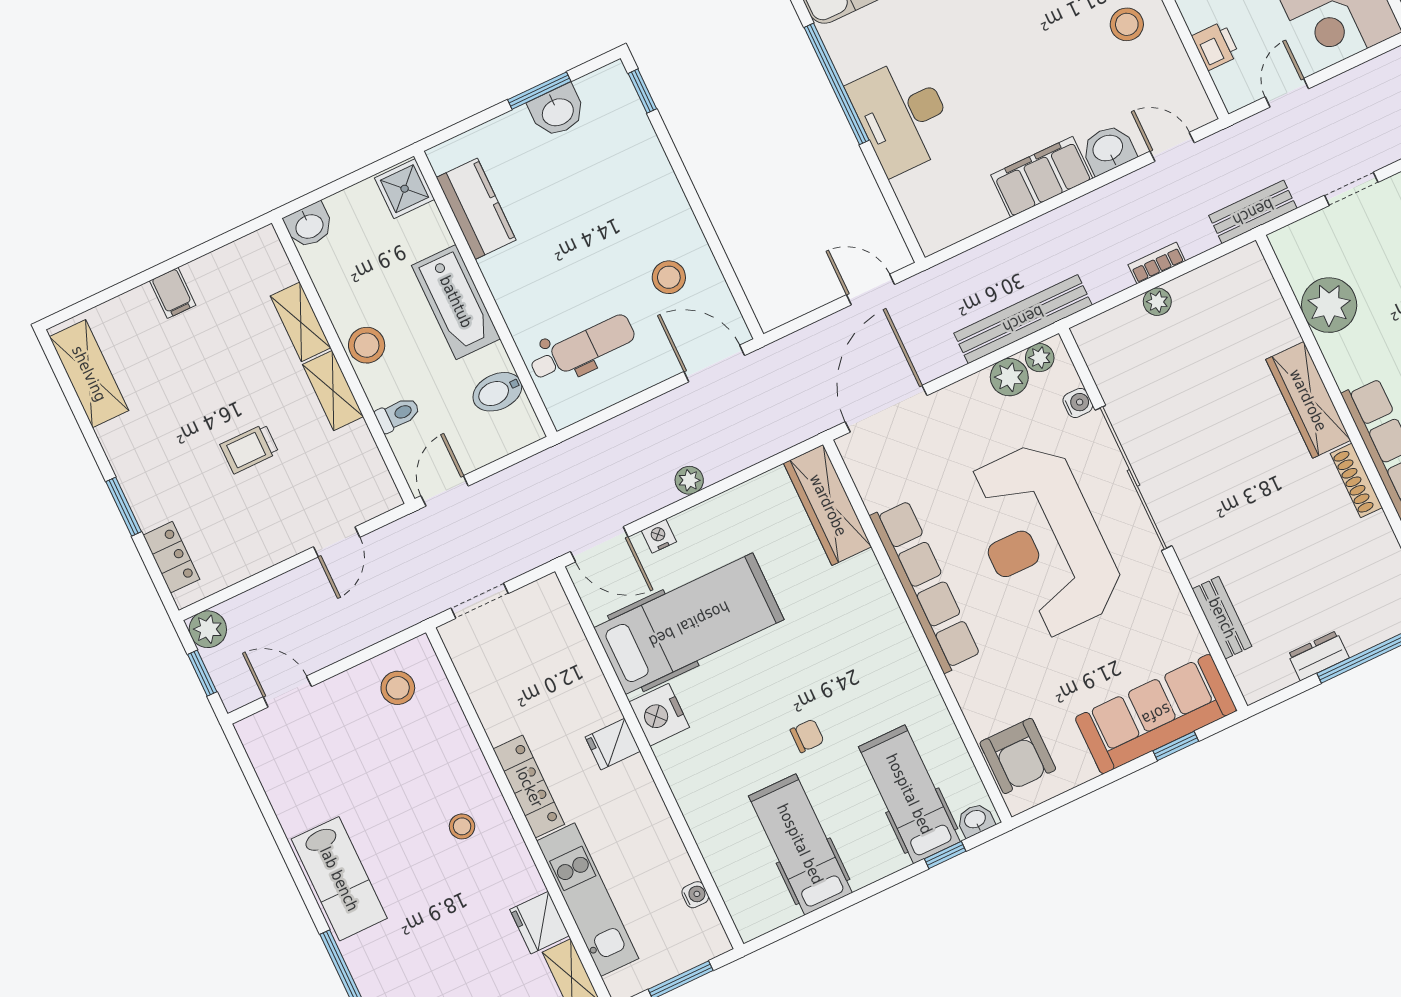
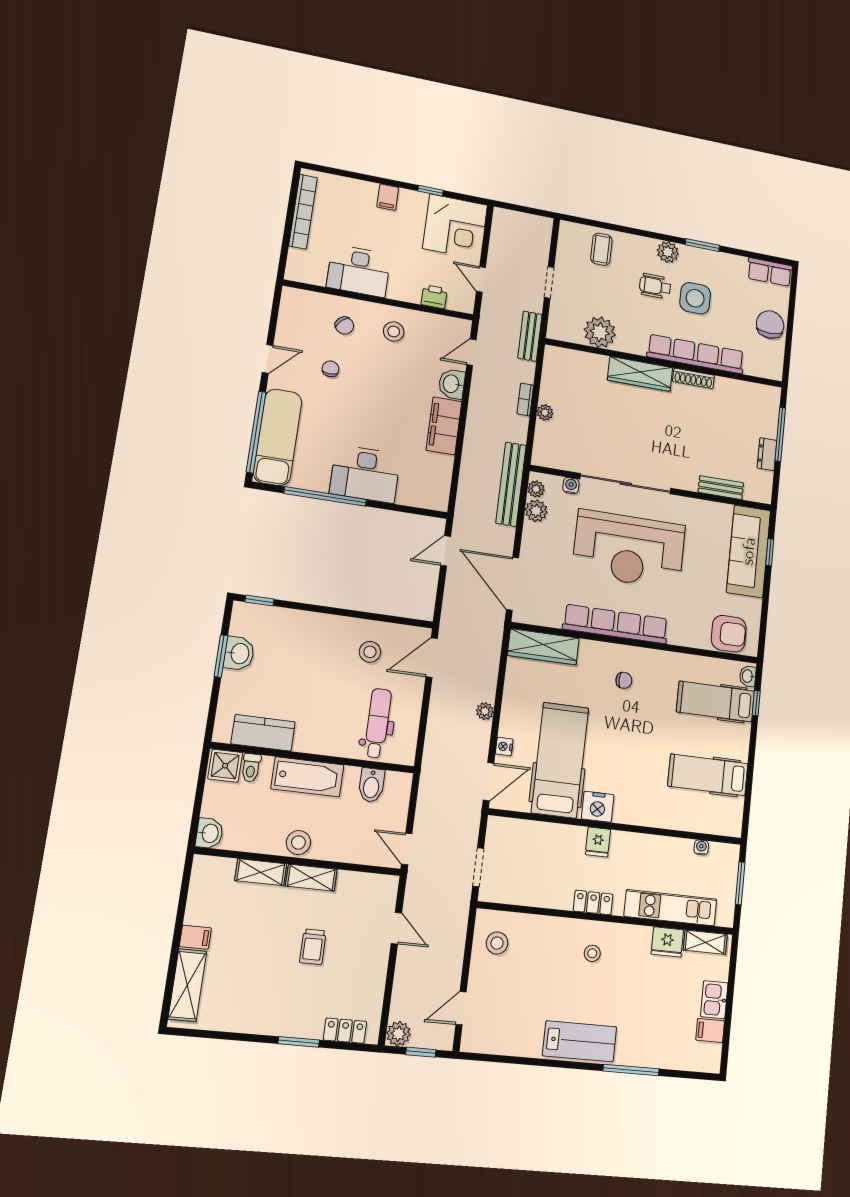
shelving: (89, 374) -> (187, 985), moved, turned 90
toilet: (398, 414) -> (251, 768), moved, turned 180
chair: (807, 736) -> (624, 680), moved, turned 90
locker: (529, 787) -> (593, 902), width x0.66

